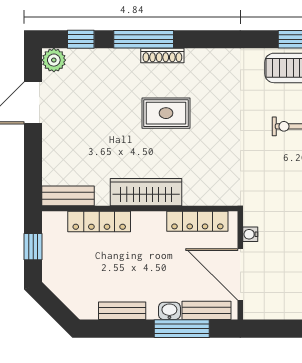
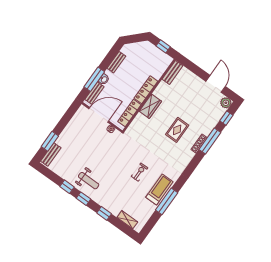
wardrobe: (146, 192) -> (150, 106), width x0.67
locker: (99, 222) -> (146, 90), moved

